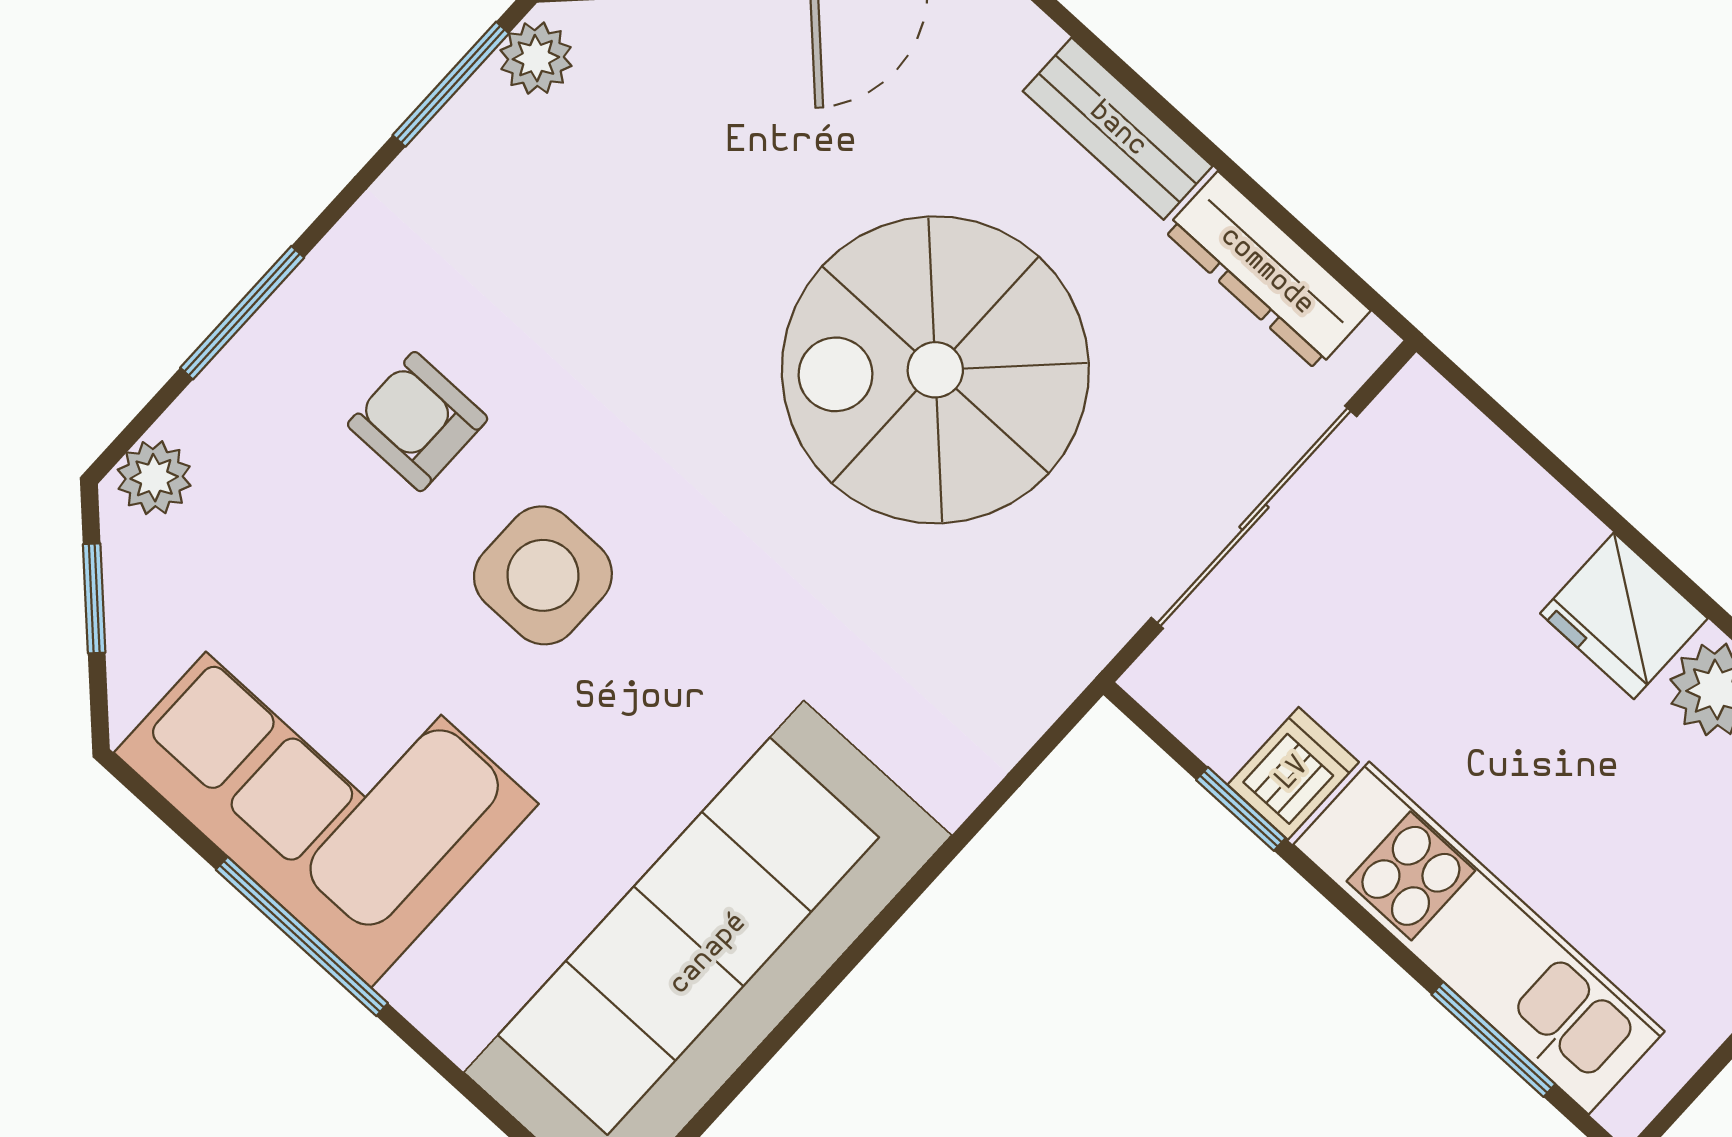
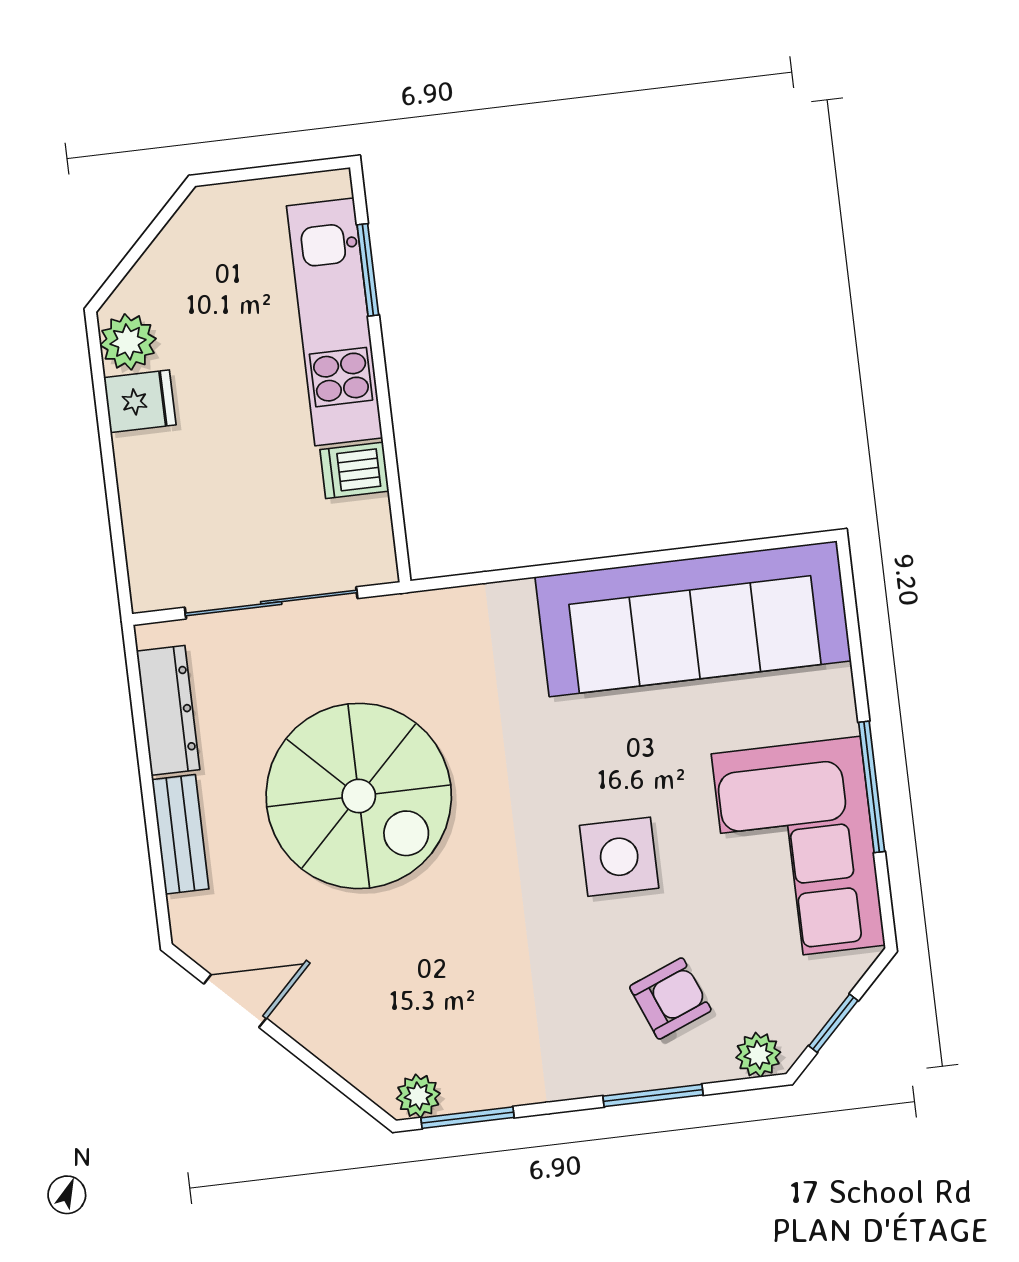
armchair: (418, 422) -> (670, 998), moved, turned -112
fridge: (1624, 616) -> (140, 401), width x0.72
window: (1241, 809) -> (392, 475), removed

